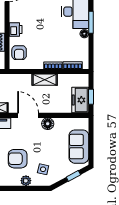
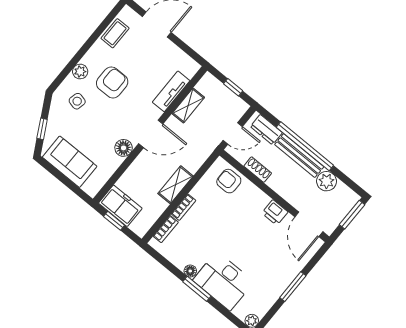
printer: (16, 29) -> (275, 213), moved

